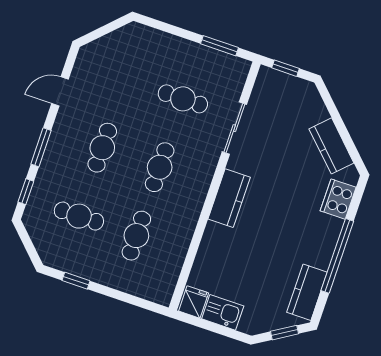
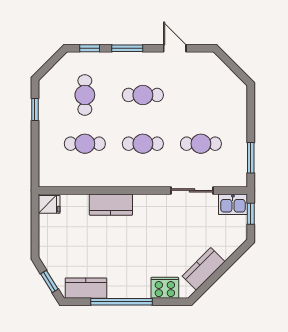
cafe table: (183, 99) -> (201, 144), turned 90
kitchen counter: (229, 198) -> (111, 205), moved
kitchen sink: (223, 312) -> (233, 204), moved, turned 90

